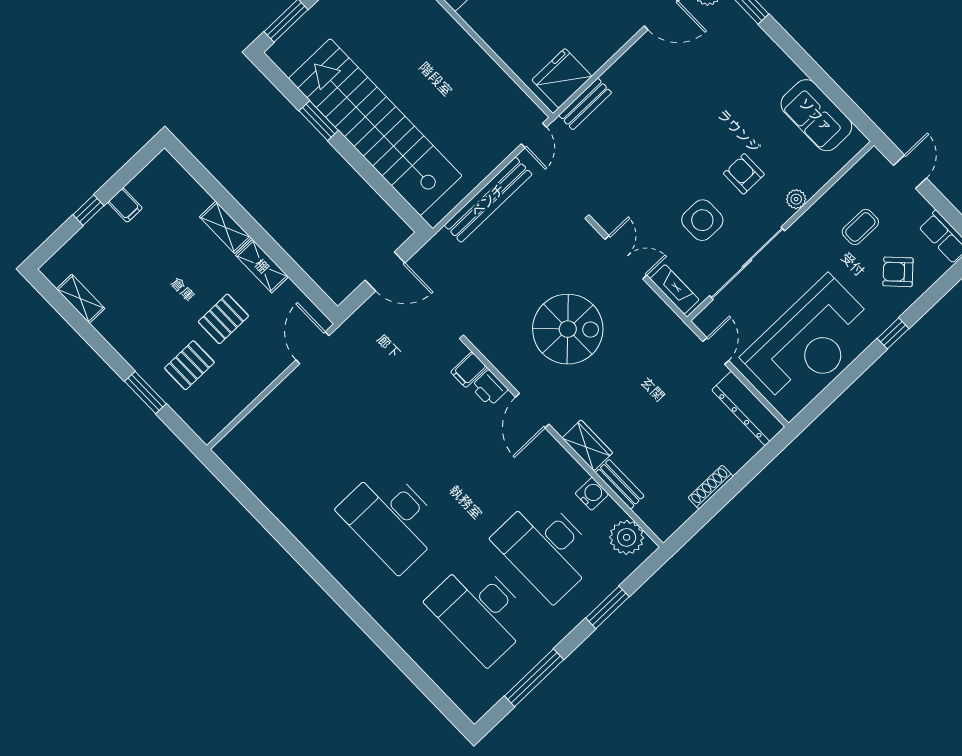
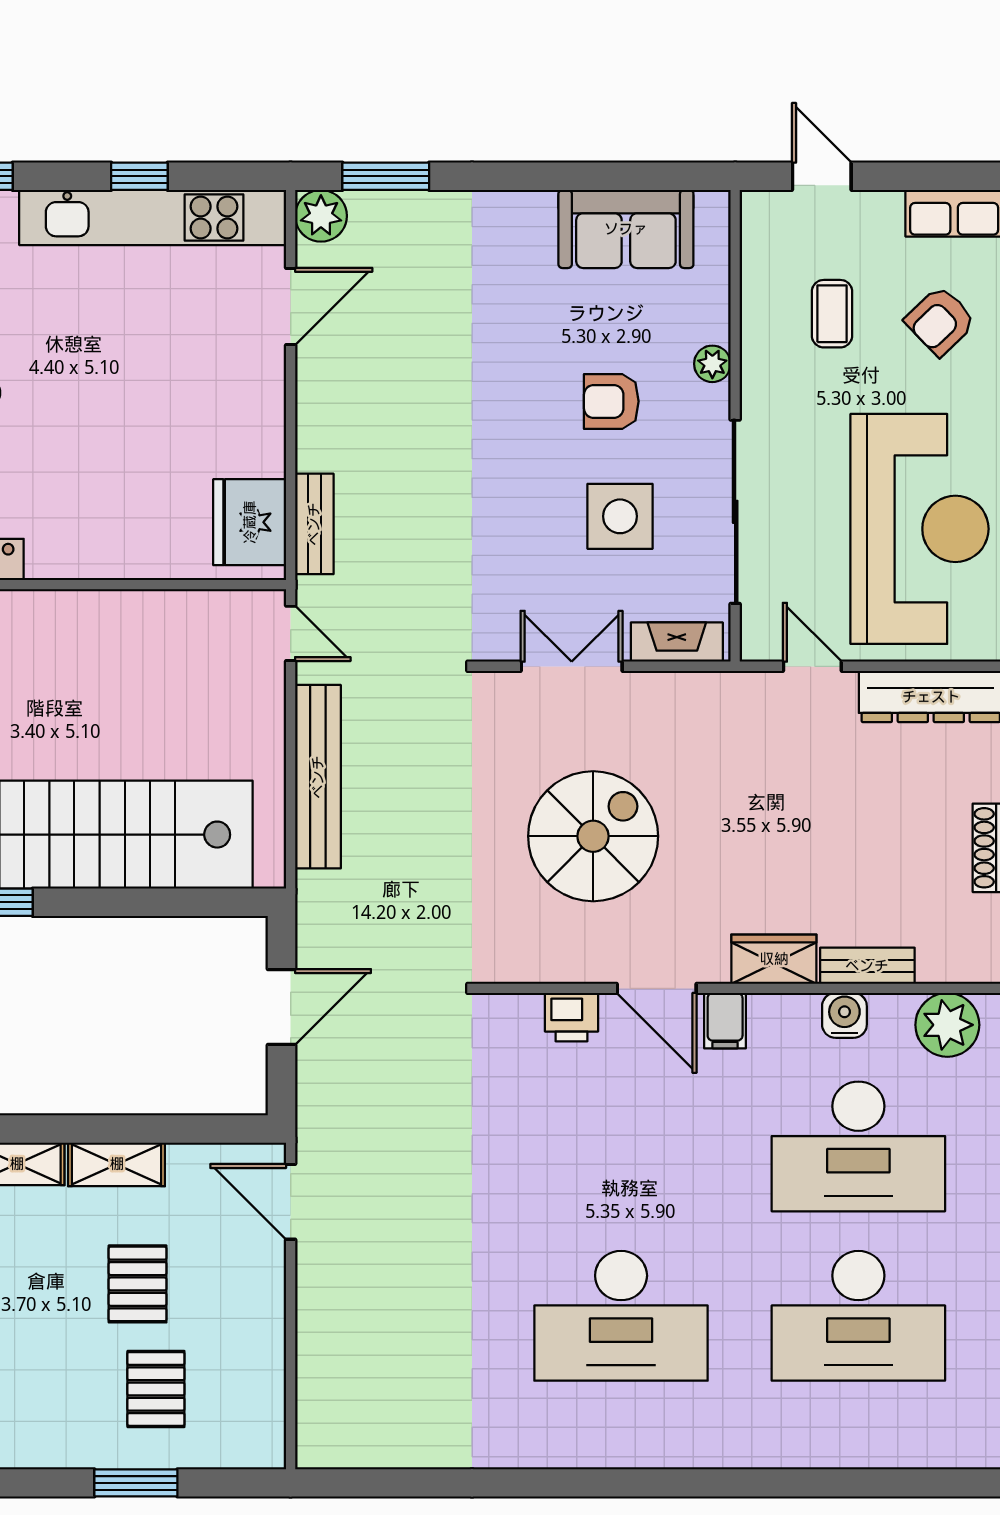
filing cabinet: (469, 370) -> (725, 1021), moved

